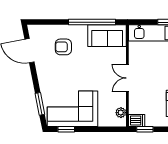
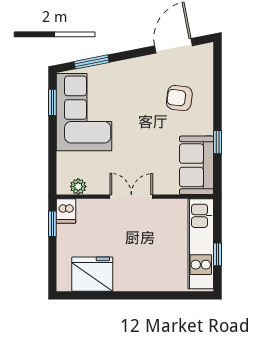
window: (92, 22) -> (218, 142), width x0.32
armchair: (63, 47) -> (179, 98), turned -83

